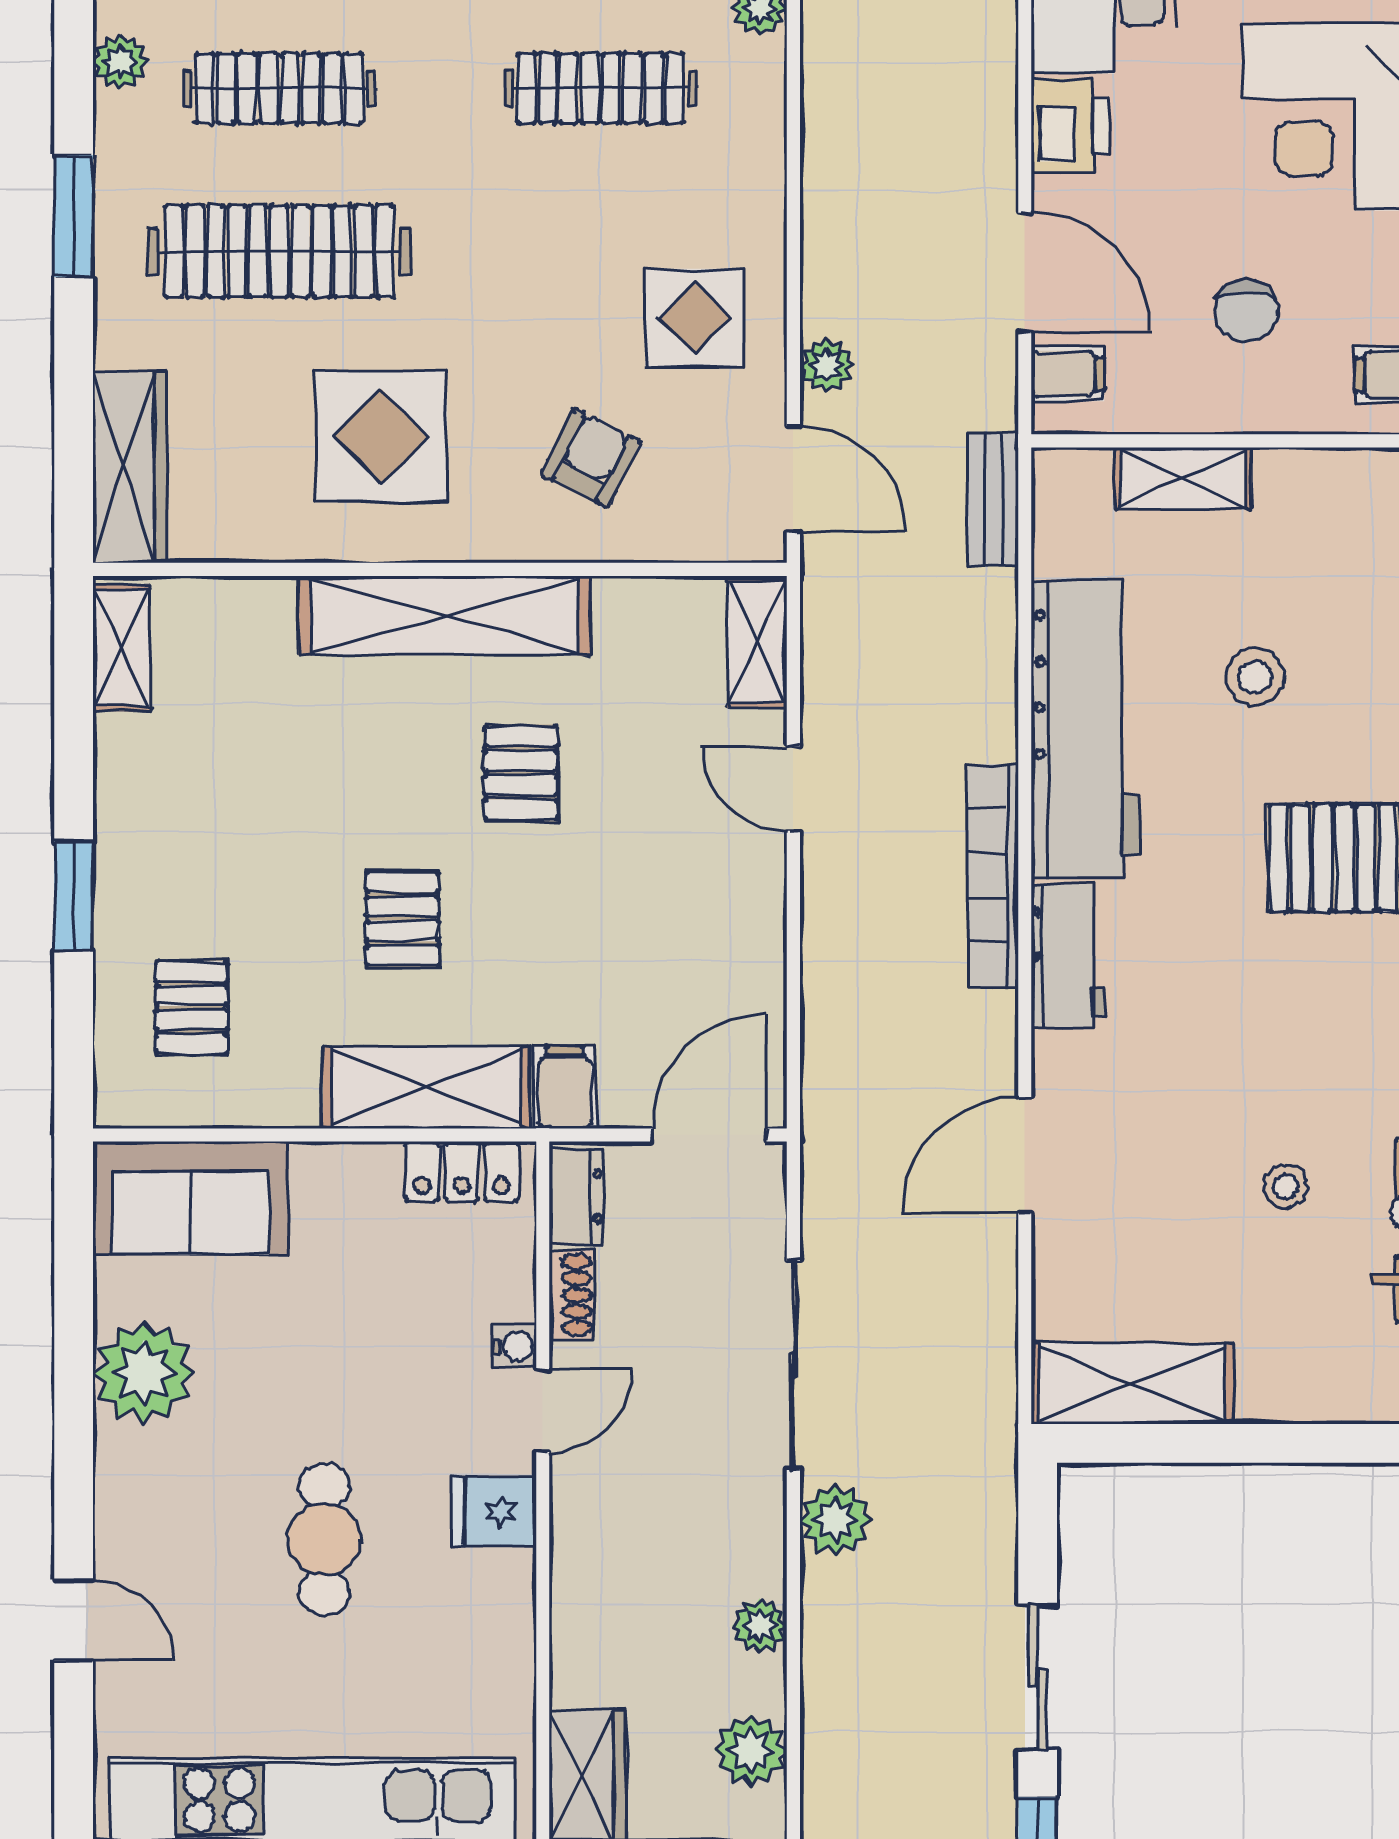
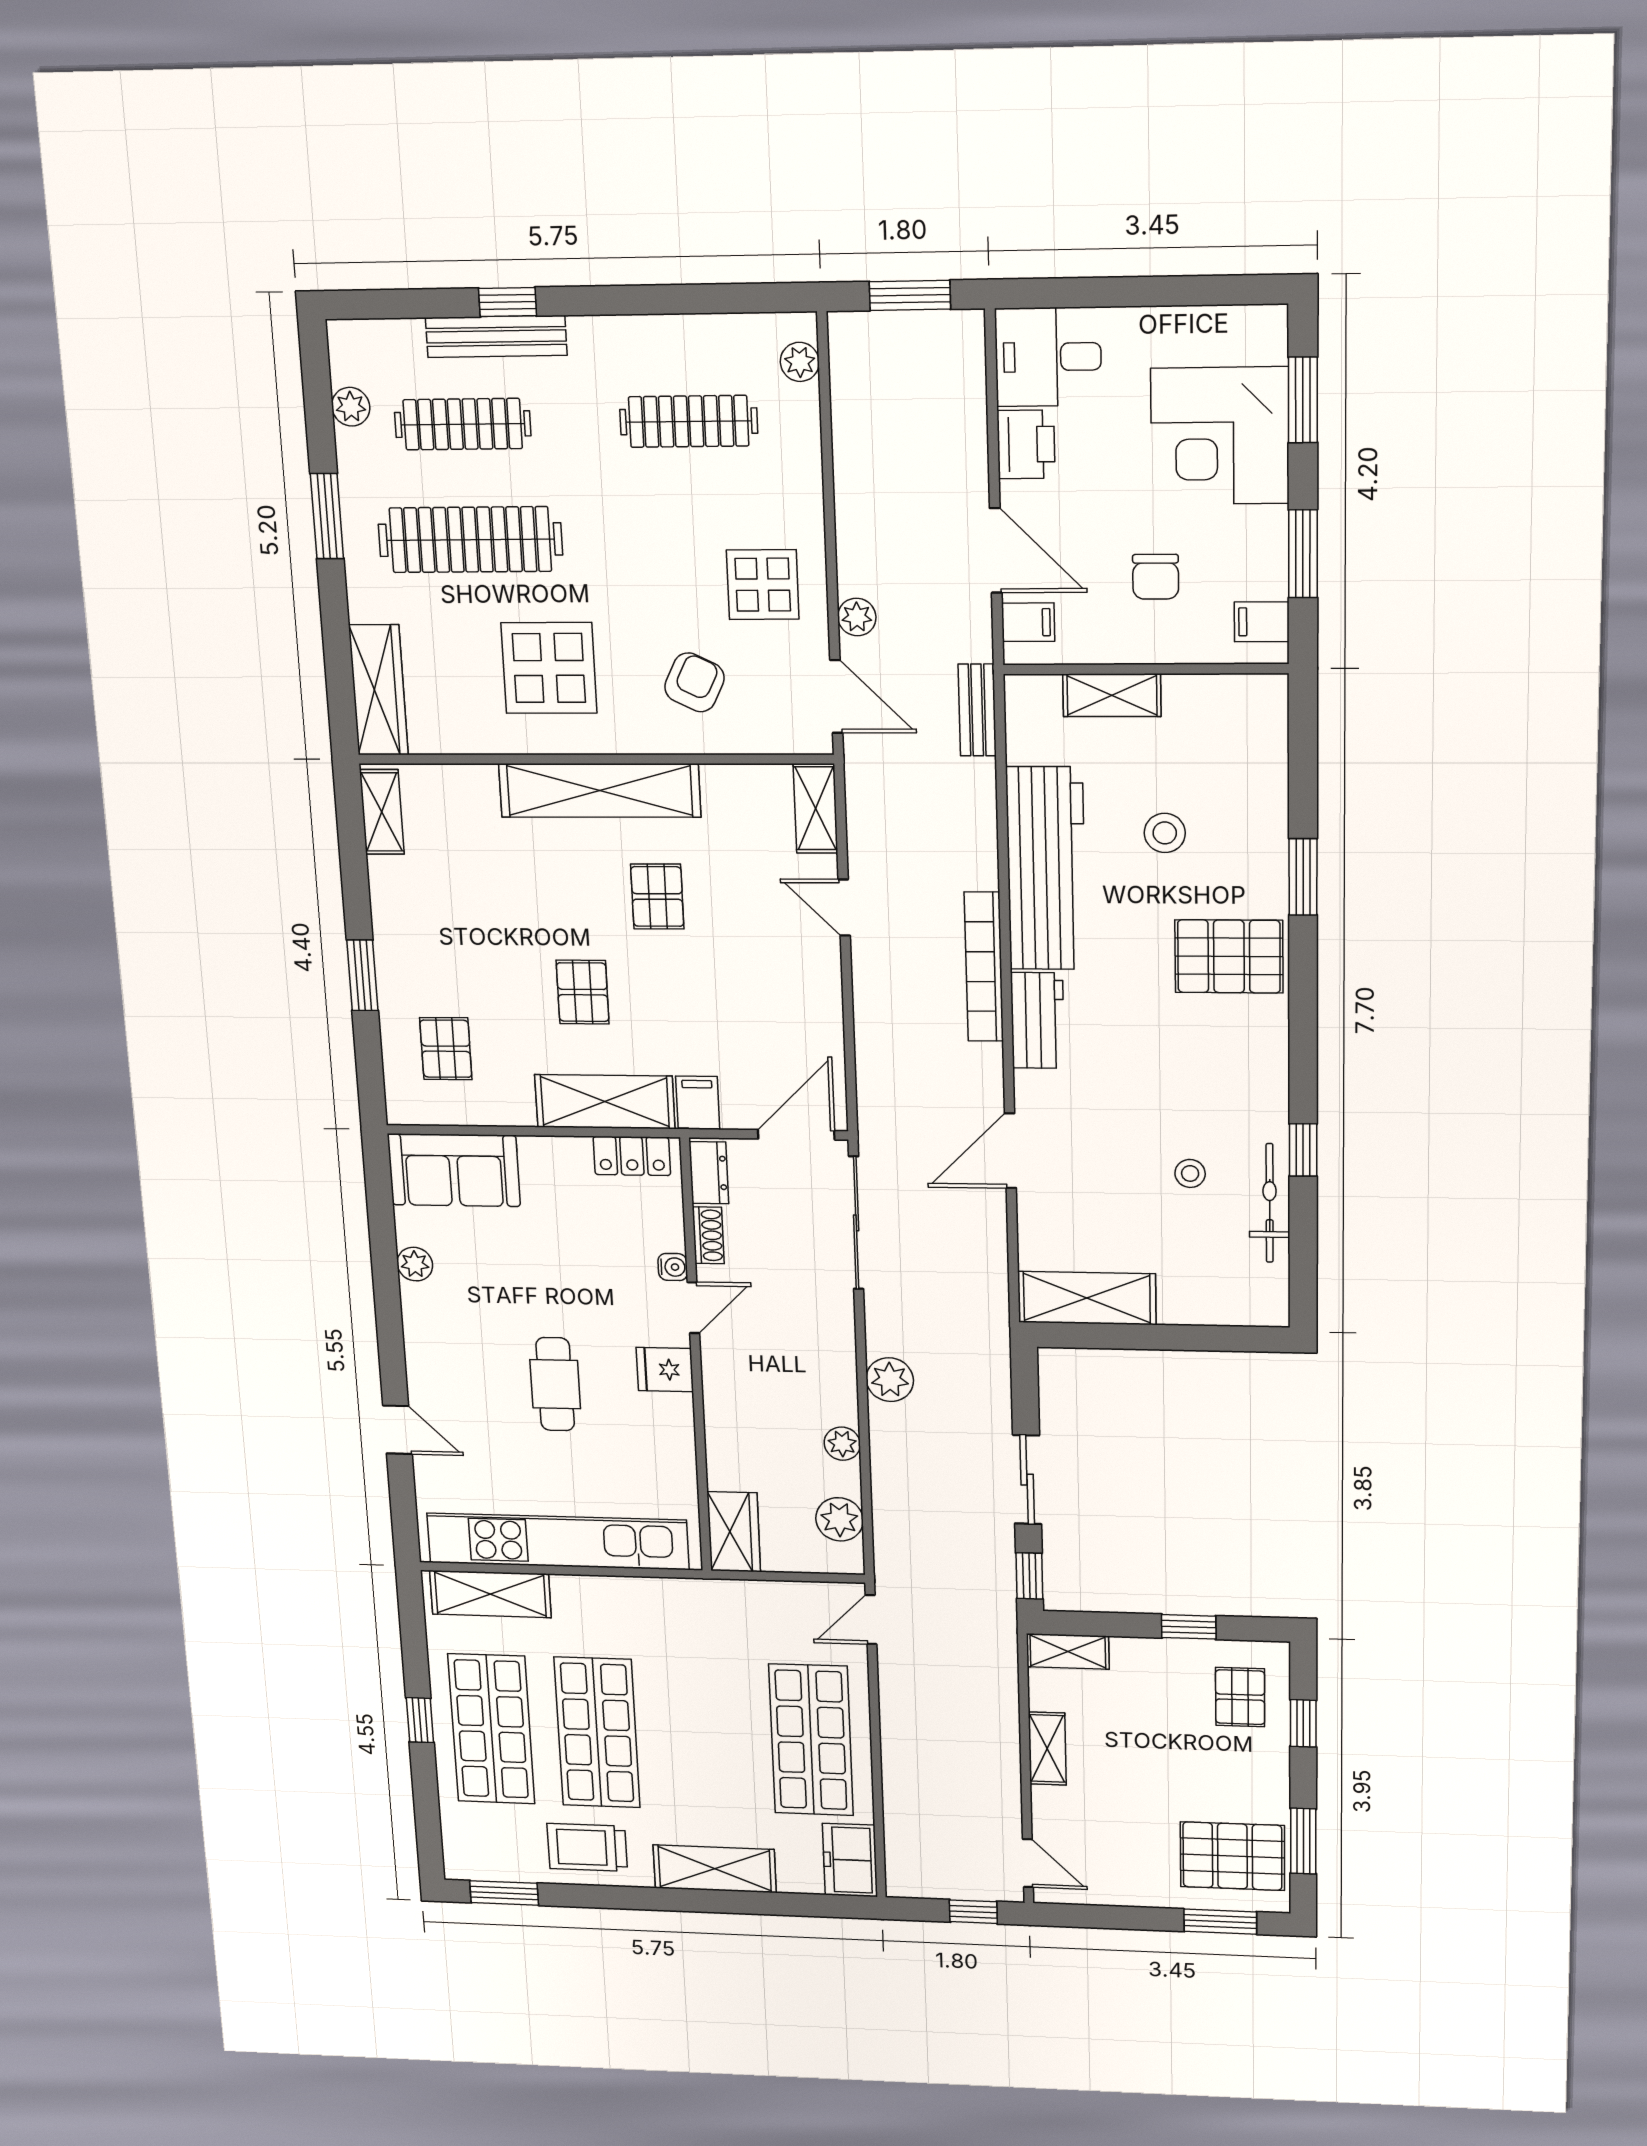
sliding door: (793, 1365) -> (856, 1223), moved
plant: (144, 1373) -> (415, 1264), width x0.53, depth x0.53

